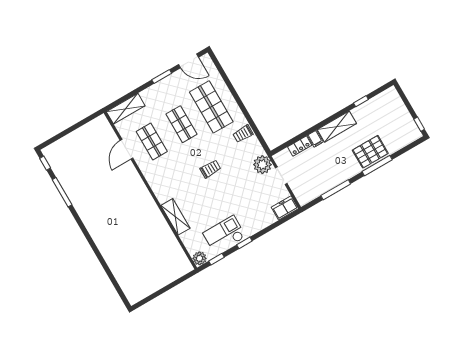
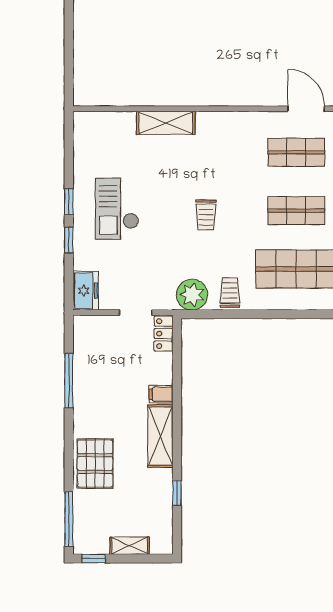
shelving: (402, 110) -> (129, 546), added
locker: (300, 146) -> (164, 334), moved
plant: (262, 165) -> (192, 295), moved
window: (377, 166) -> (69, 519), moved
checkout: (224, 235) -> (117, 209), moved, turned 180
plant: (199, 258) -> (84, 123), removed
window: (217, 259) -> (69, 240), moved

